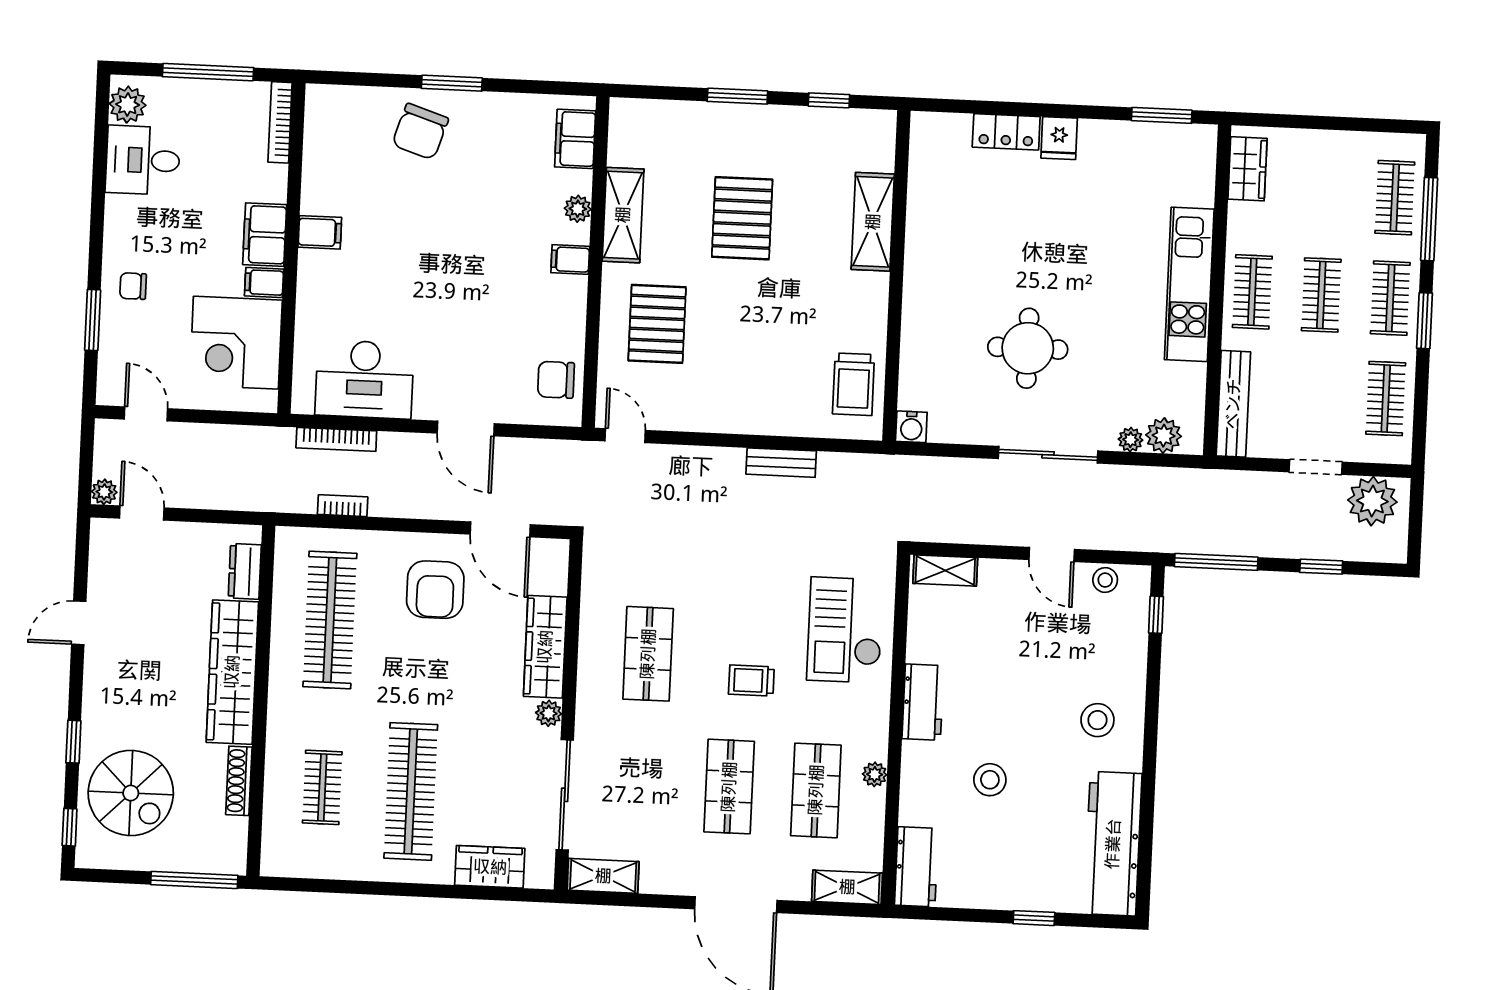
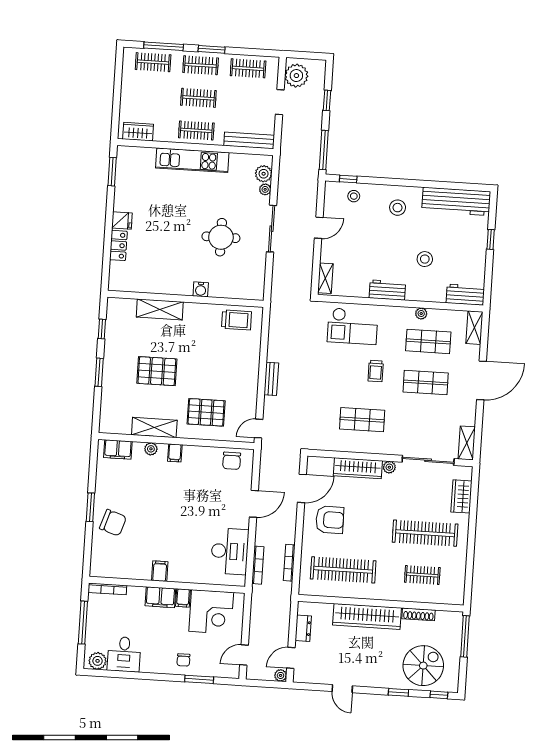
water cooler: (911, 427) -> (201, 289), moved, turned 90
bench: (781, 463) -> (271, 379), moved
bookcase: (343, 506) -> (289, 563), width x1.56
dresser: (245, 571) -> (303, 628), moved, turned -90
stool: (1105, 580) -> (354, 196), moved

